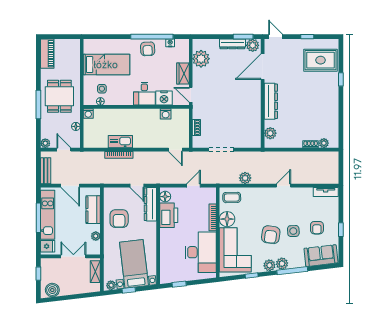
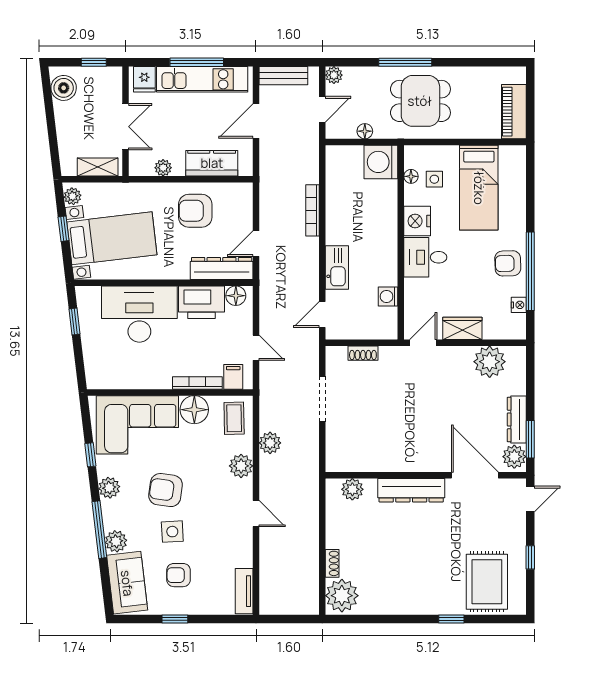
piano: (47, 54) -> (514, 112), moved, turned 90
nightstand: (164, 98) -> (417, 221), moved
washing machine: (88, 113) -> (381, 162), width x1.89, depth x1.89
kitchen sink: (120, 142) -> (337, 268), moved
plant: (324, 143) -> (342, 596), width x1.88, depth x1.88
plant: (258, 194) -> (241, 466), added
filing cabinet: (209, 198) -> (233, 377), added
desk: (201, 252) -> (139, 314), moved, turned 180
plant: (282, 264) -> (116, 541), moved

